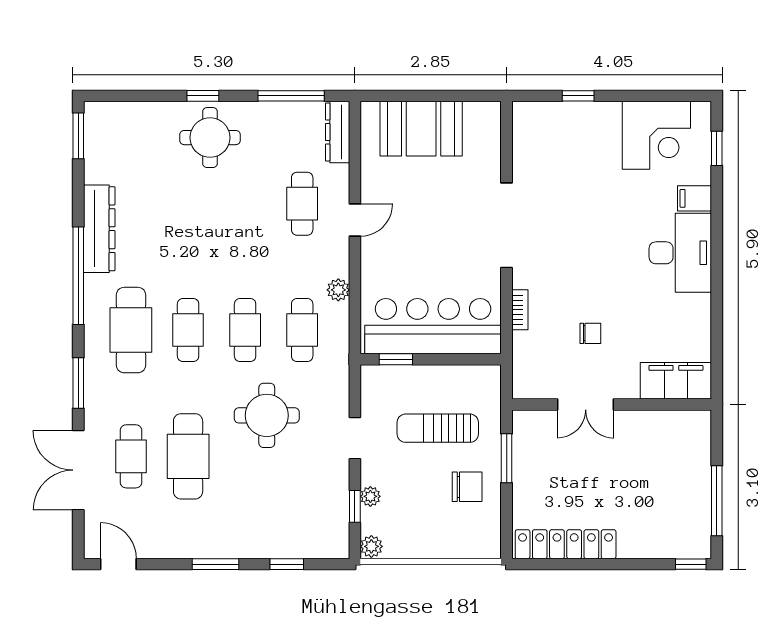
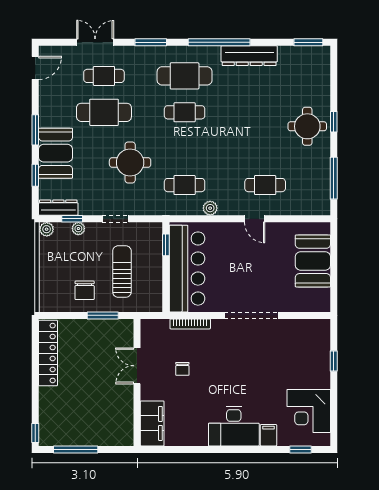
dresser: (338, 132) -> (58, 208), moved
bookcase: (520, 310) -> (190, 324), width x1.56
cafe table: (245, 330) -> (185, 149), removed
double door: (78, 470) -> (95, 42), width x0.73
booth: (252, 532) -> (56, 153), added

